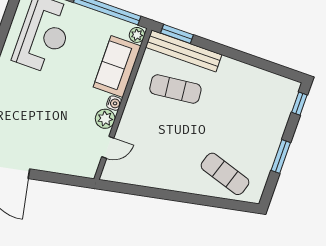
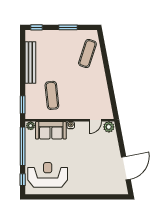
bench: (184, 51) -> (30, 62), moved
plant: (105, 119) -> (109, 127), moved
door: (108, 147) -> (95, 120), swing flipped

